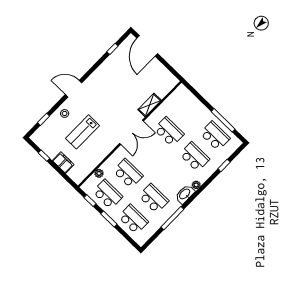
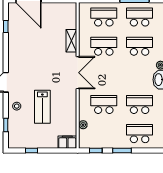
filing cabinet: (63, 163) -> (67, 142), moved
school desk: (108, 194) -> (104, 17), moved

